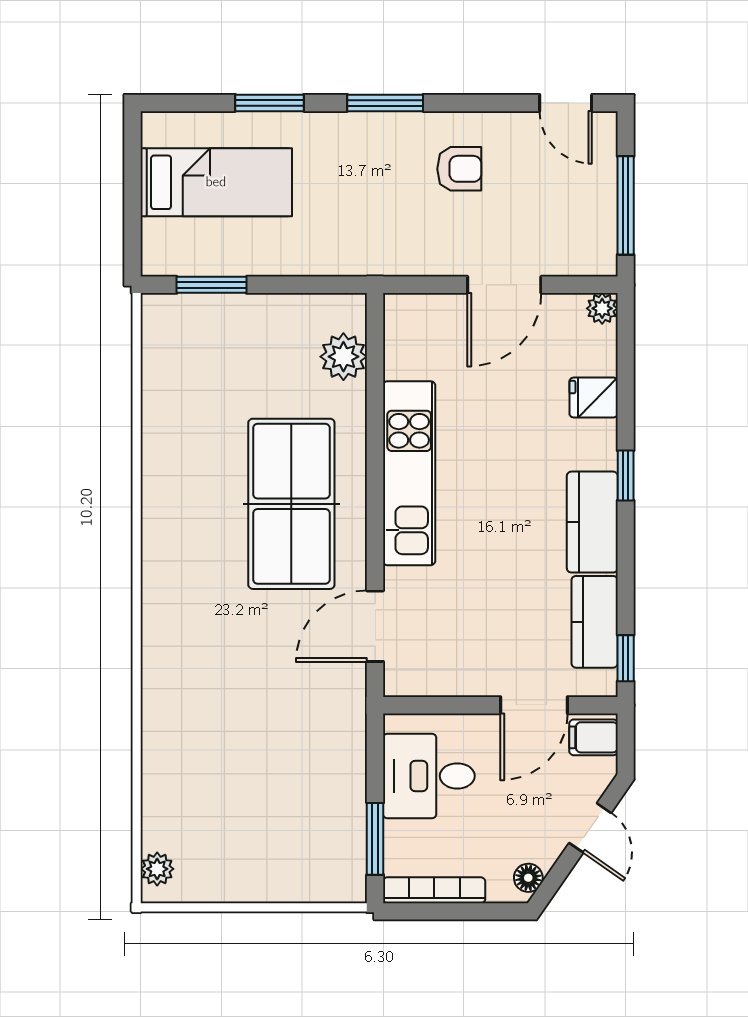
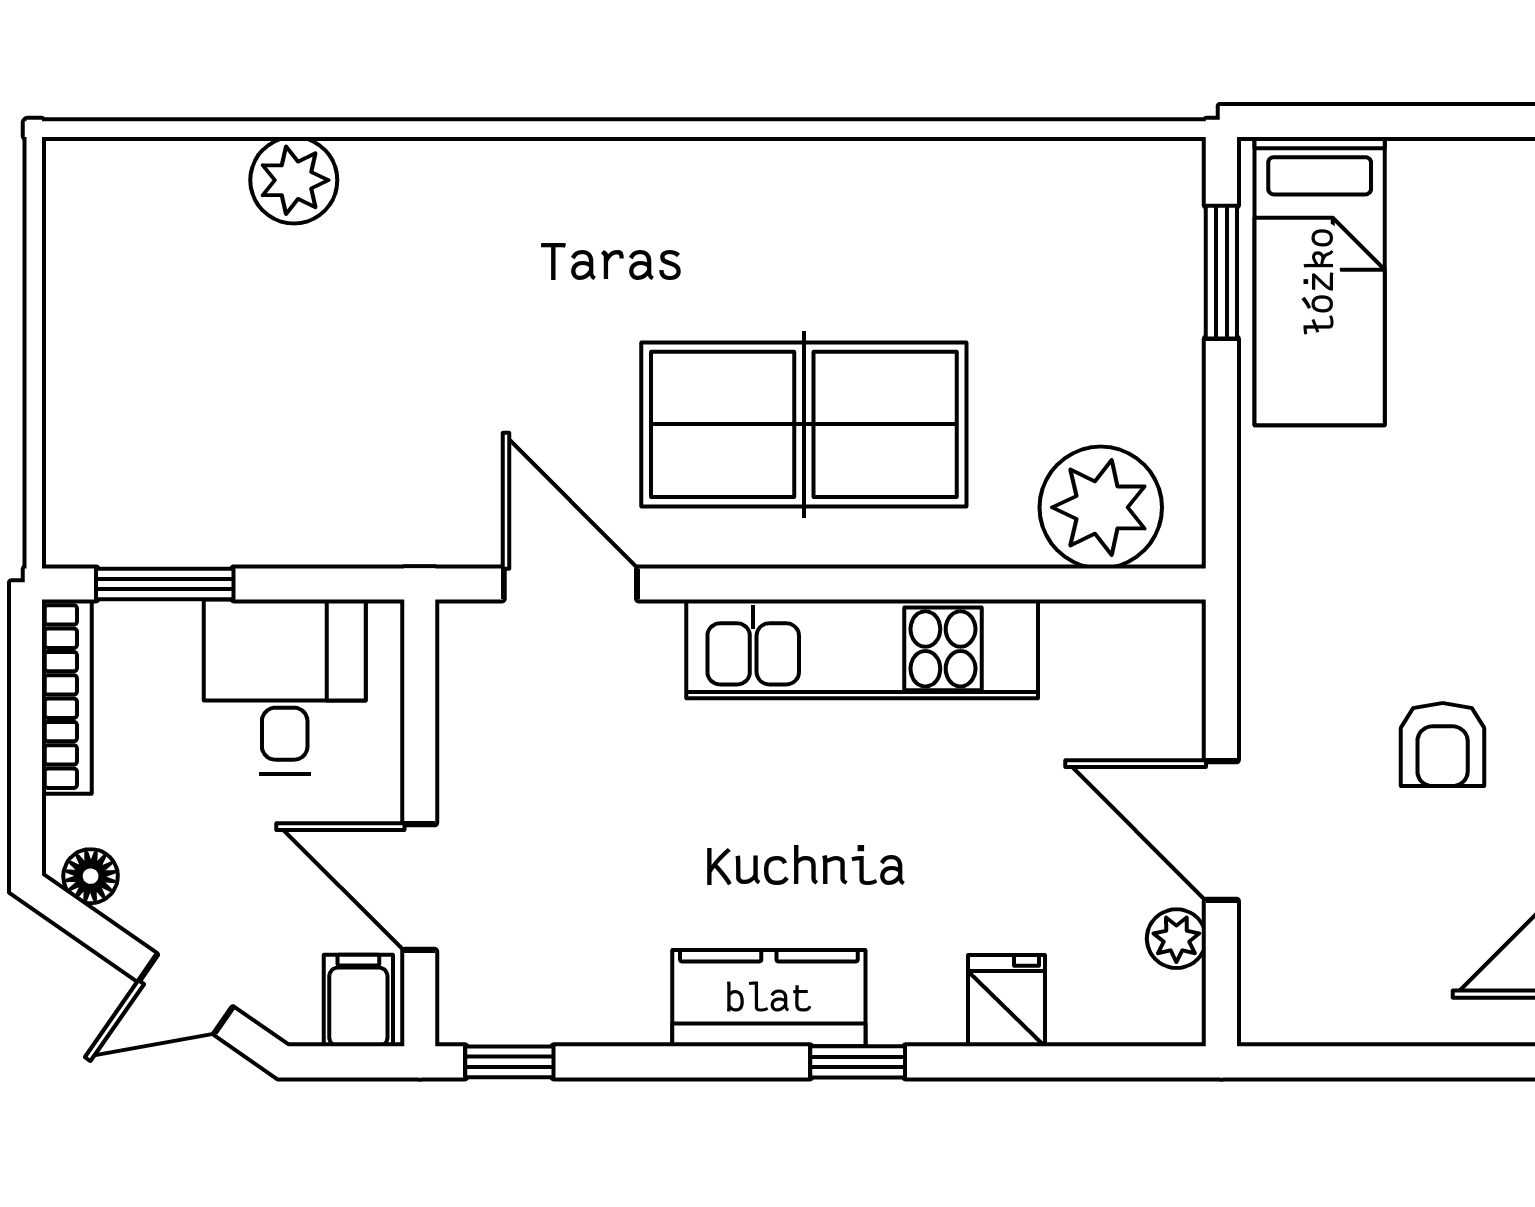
bed: (216, 182) -> (1320, 281), moved
window: (626, 205) -> (1373, 1062), removed
plant: (602, 308) -> (1176, 939), moved
plant: (343, 357) -> (1101, 507), width x1.36, depth x1.36
kitchen counter: (595, 622) -> (579, 1003), removed
plant: (157, 869) -> (294, 180), moved, width x1.38, depth x1.38

